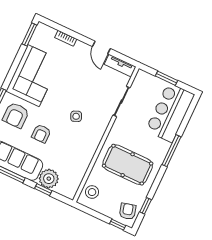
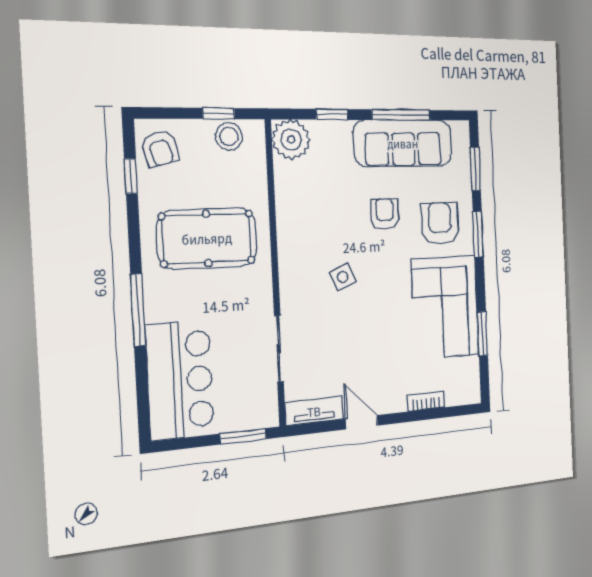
window: (29, 35) -> (482, 334), moved
window: (167, 78) -> (243, 436), moved
plant: (49, 179) -> (291, 140), moved
stool: (92, 192) -> (229, 137), moved
window: (118, 225) -> (219, 113), moved

